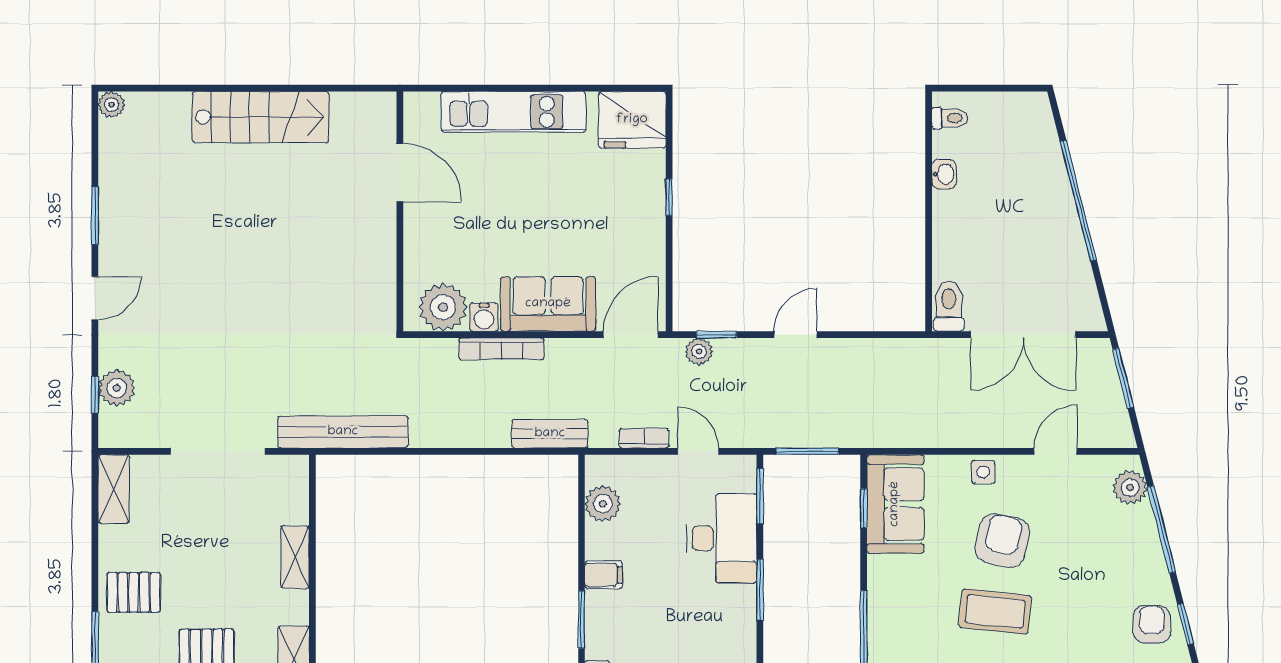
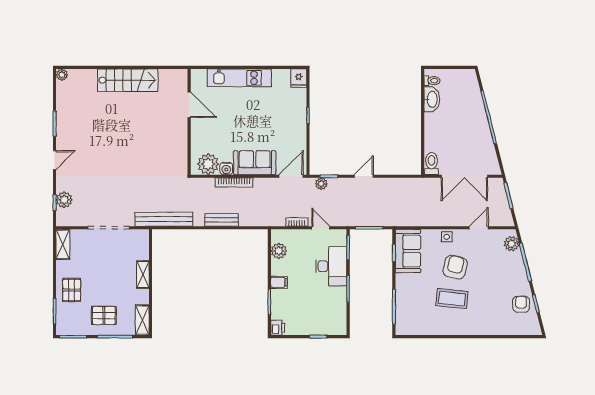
fridge: (632, 120) -> (299, 78), width x0.53, depth x0.75
washbasin: (944, 174) -> (432, 99), width x1.91, depth x1.45
bench: (550, 434) -> (222, 220), moved
pallet: (134, 592) -> (72, 290), turned 90

